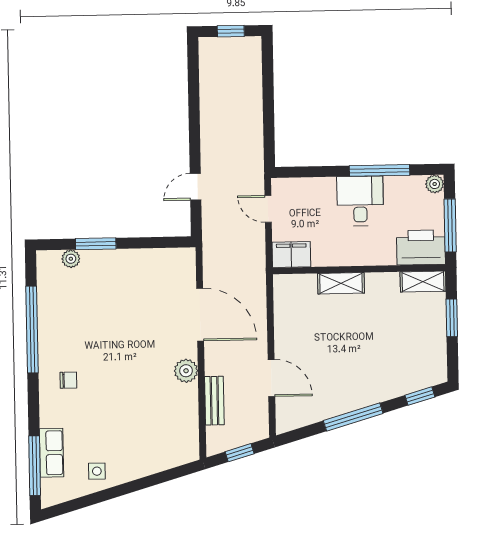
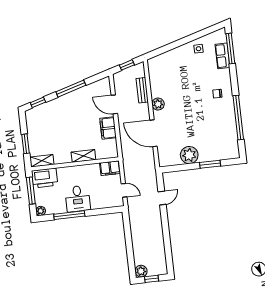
plant: (250, 48) -> (141, 271), added
plant: (71, 259) -> (189, 155), moved, width x1.87, depth x1.87
filing cabinet: (288, 333) -> (108, 128), added

